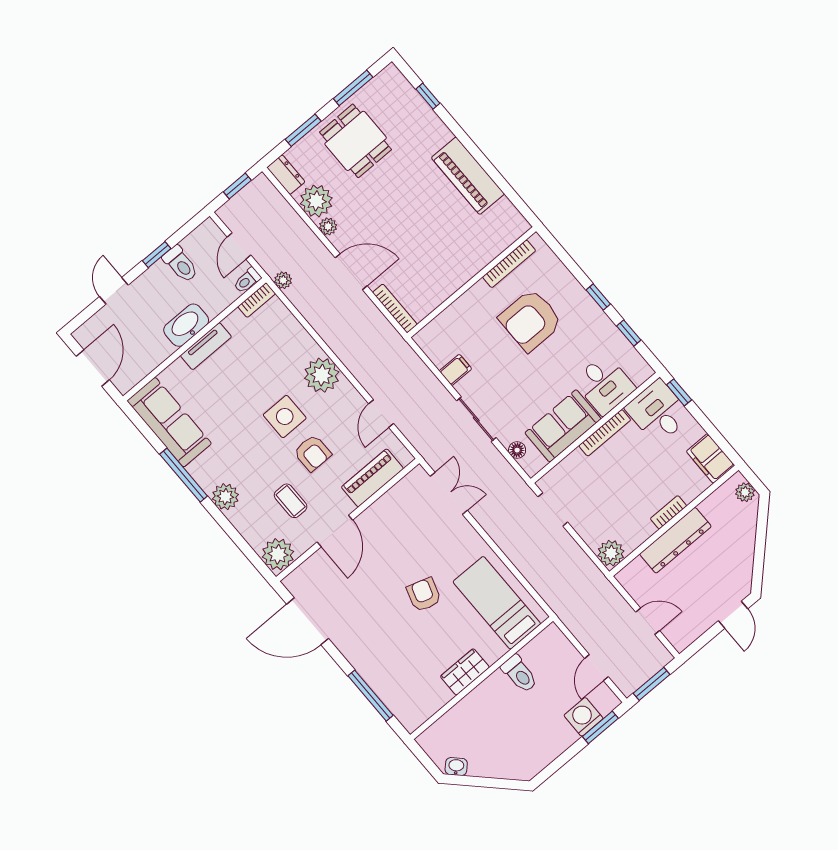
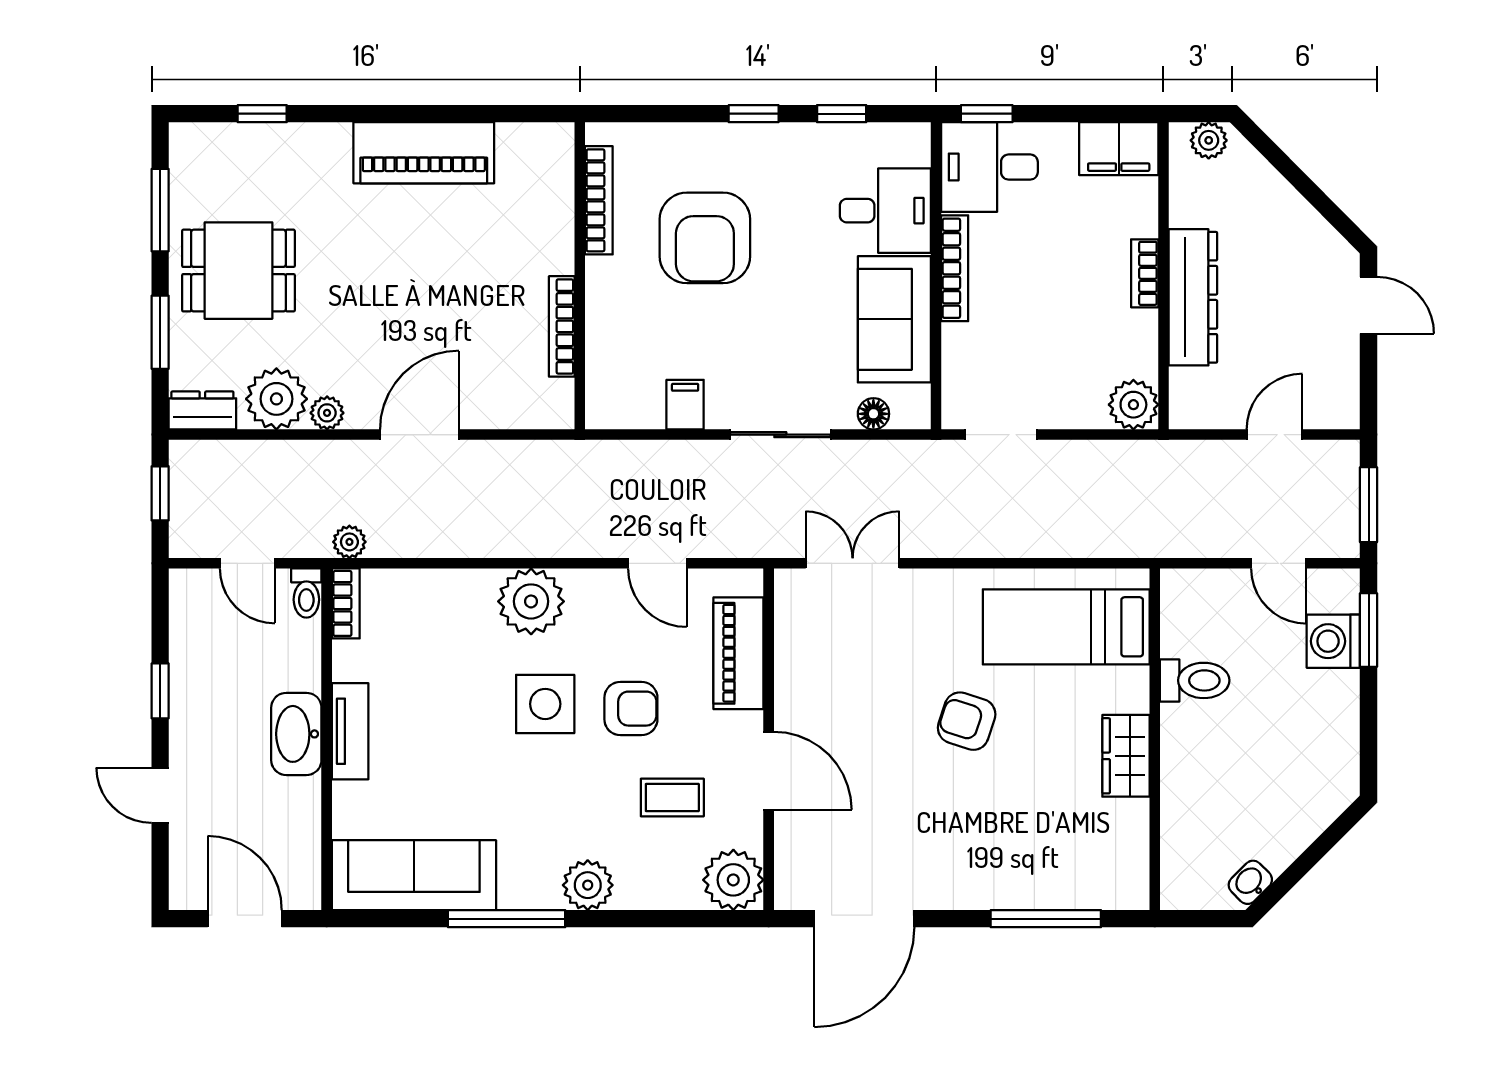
toilet: (180, 264) -> (203, 668), removed
bookcase: (395, 308) -> (562, 326), moved, turned -90

